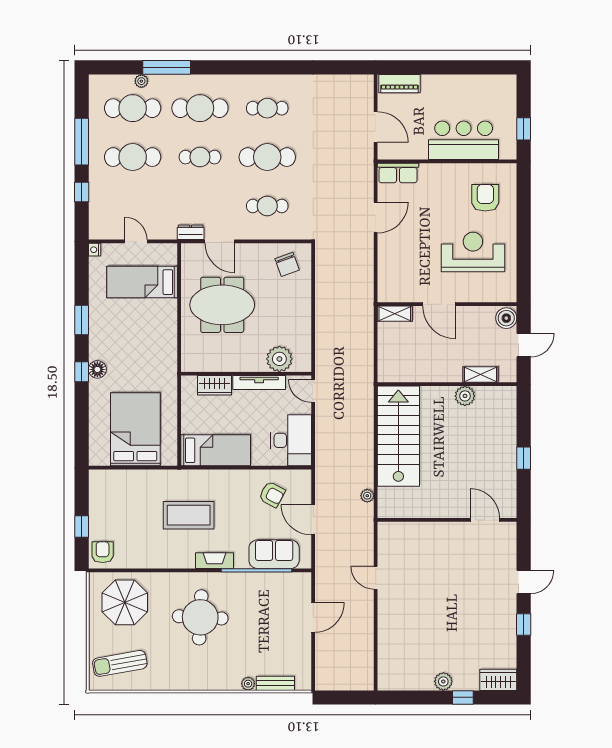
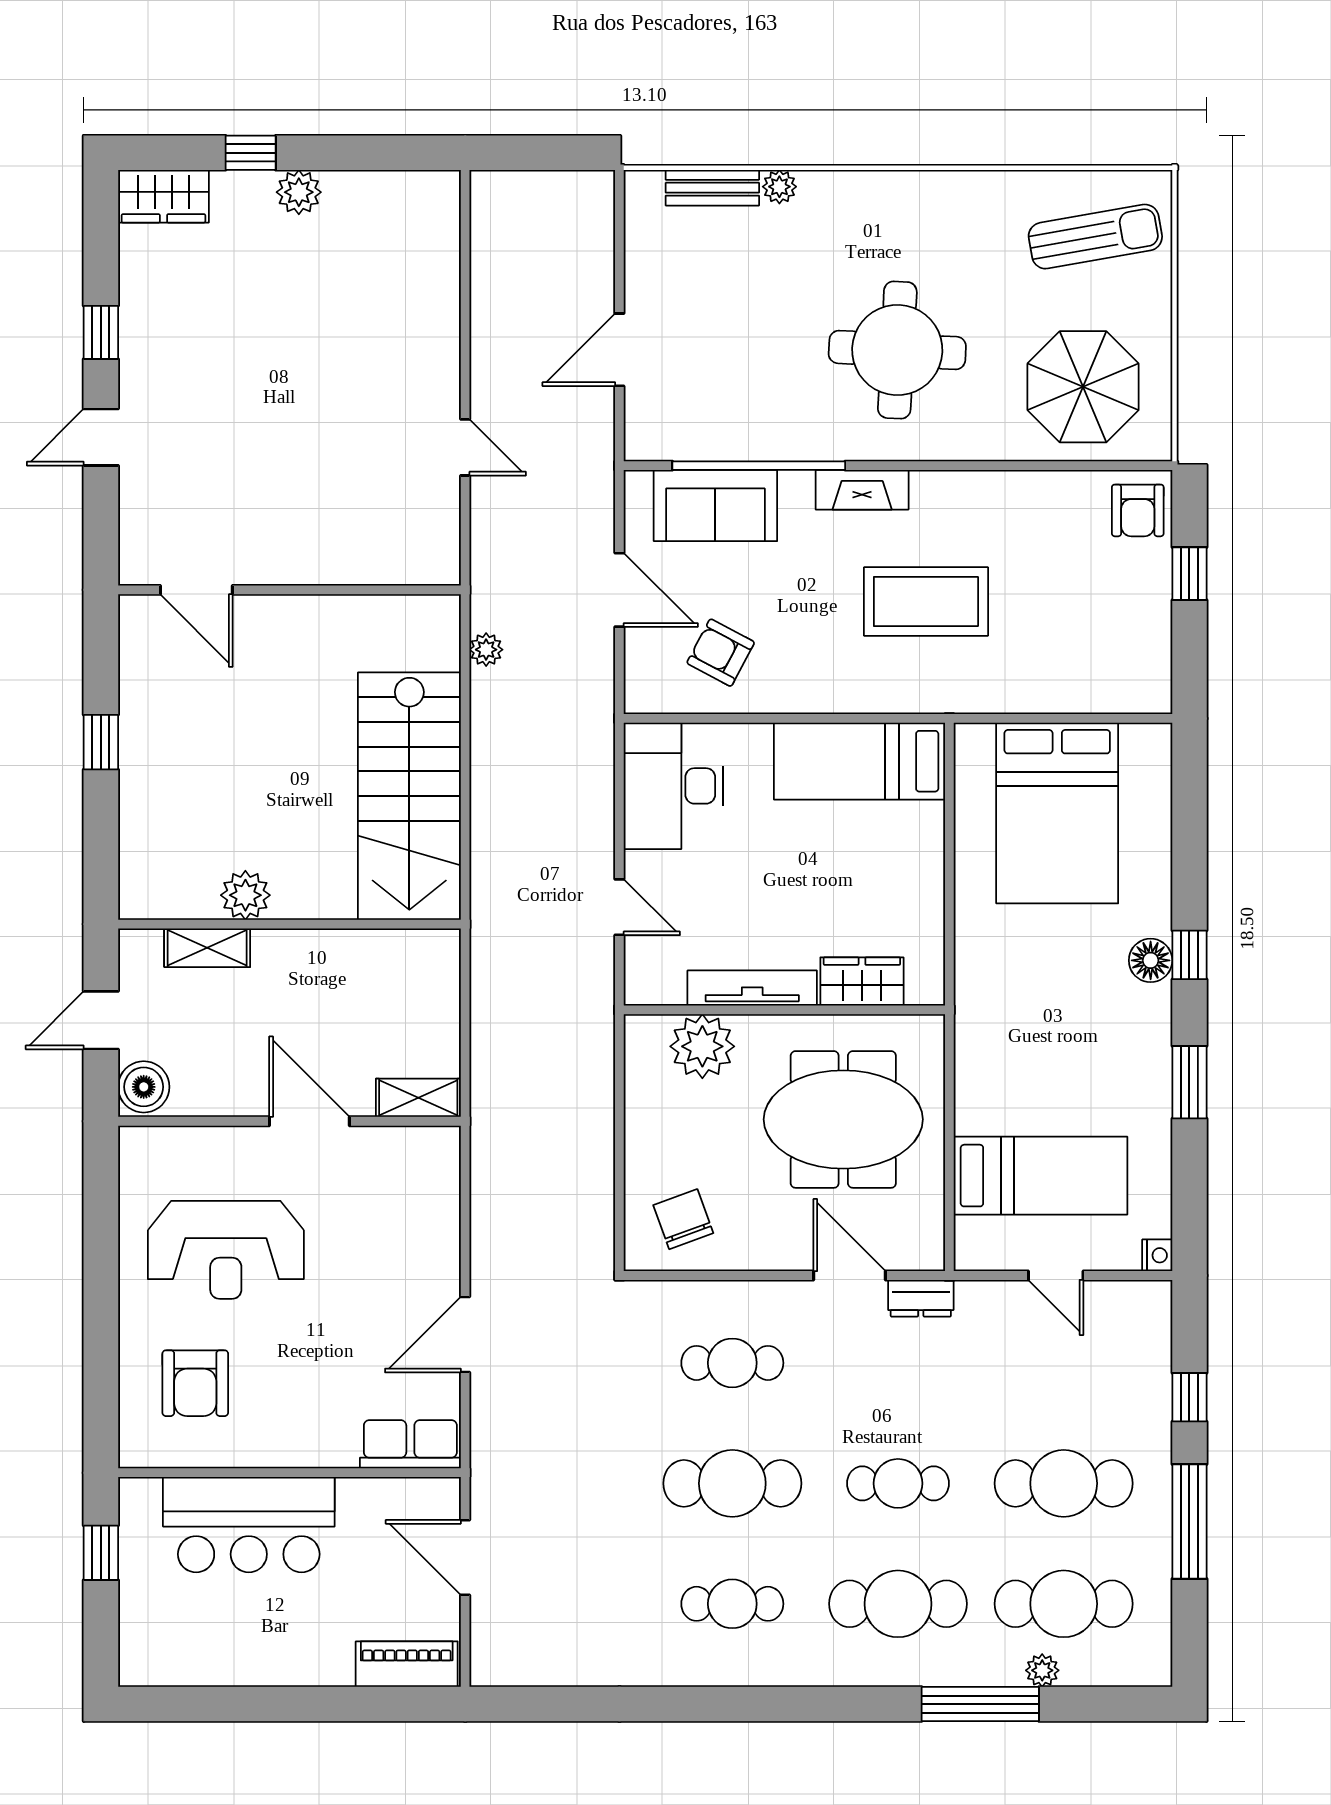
plant: (279, 359) -> (702, 1046), moved
wall: (246, 374) -> (784, 1010), moved
tv unit: (259, 383) -> (752, 988), moved
wardrobe: (215, 385) -> (862, 981), moved

